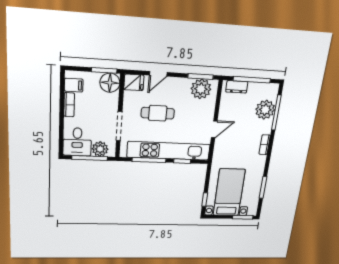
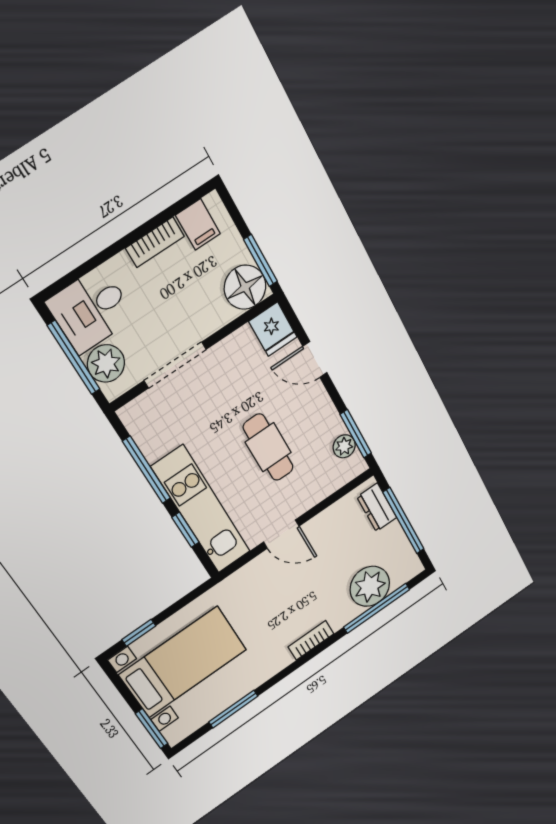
plant: (201, 89) -> (344, 446), width x0.53, depth x0.53
cafe table: (158, 113) -> (268, 447), moved
kitchen unit: (169, 151) -> (201, 510), width x0.73

